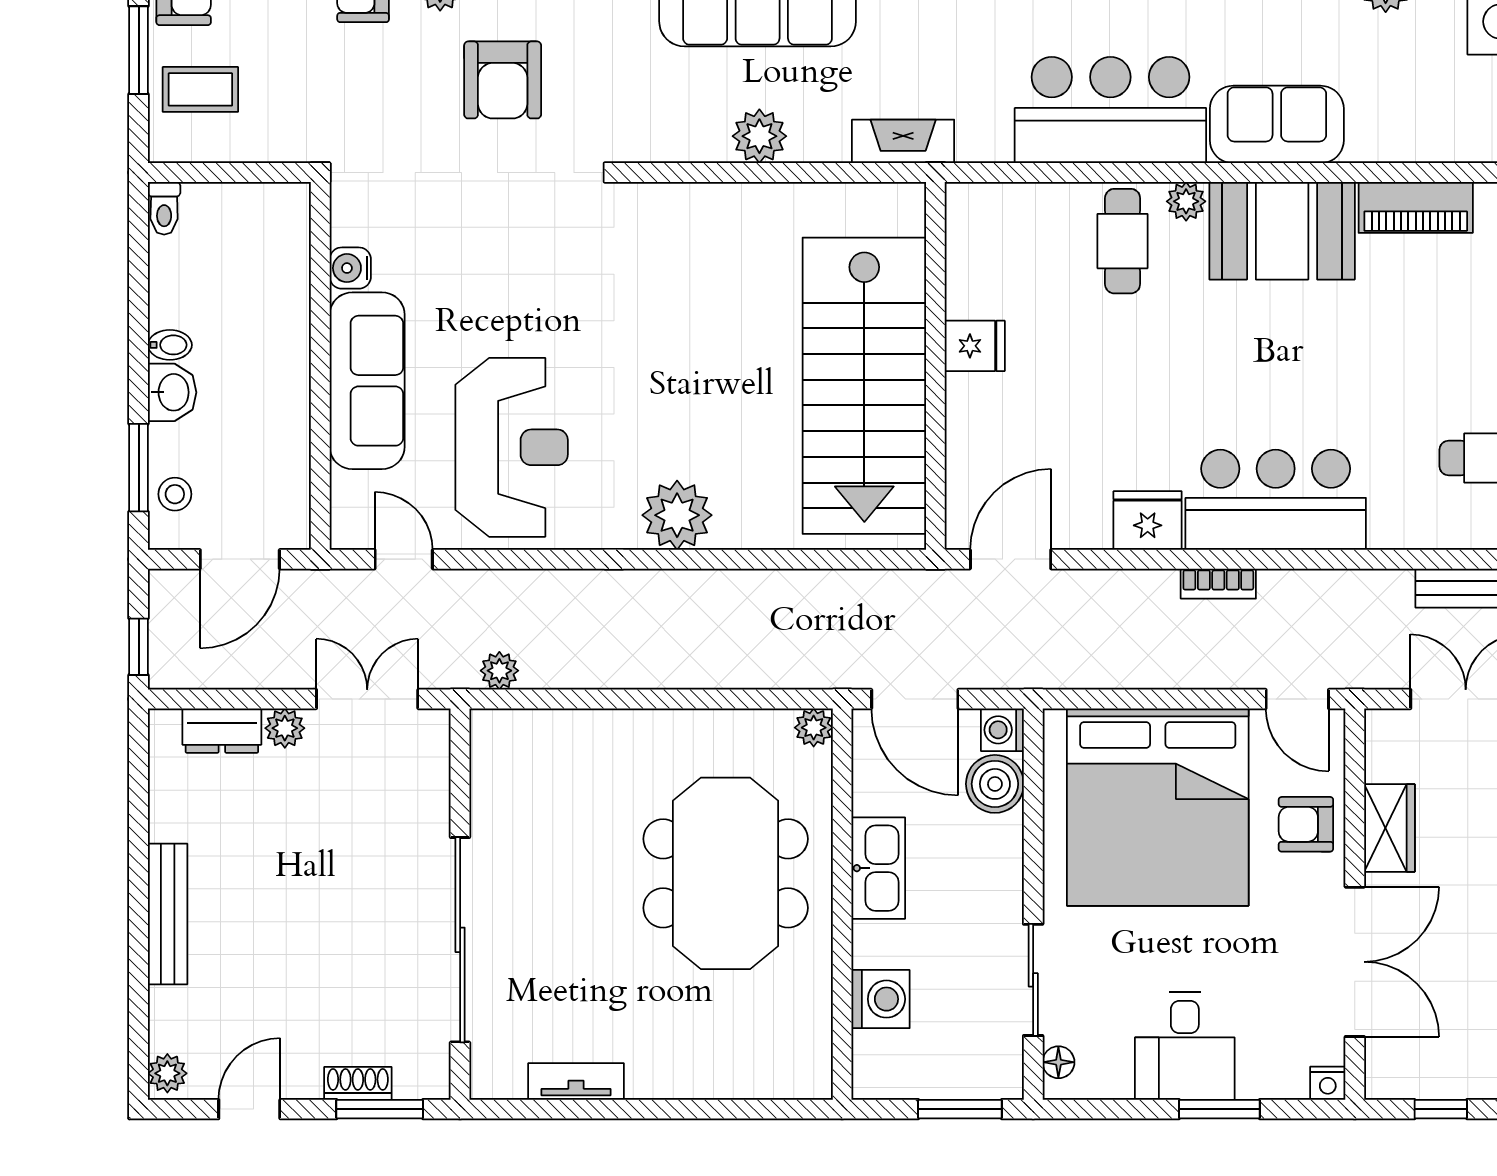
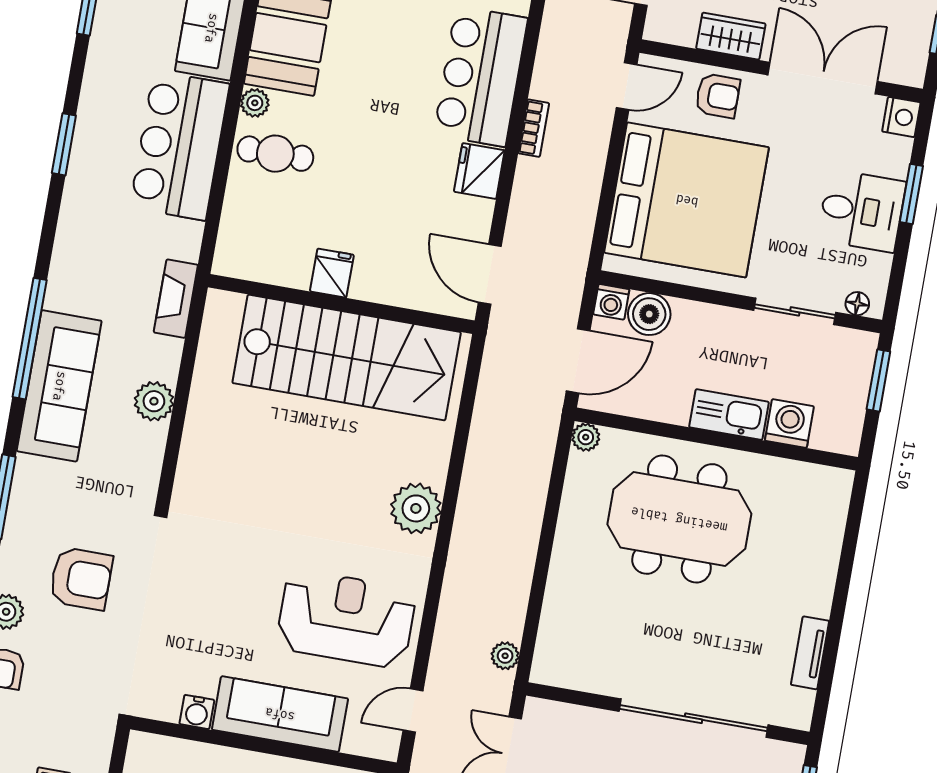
armchair: (1306, 824) -> (718, 96), turned -90
kitchen sink: (878, 868) -> (729, 415), moved
nightstand: (1328, 1083) -> (901, 117), width x1.39, depth x1.35

